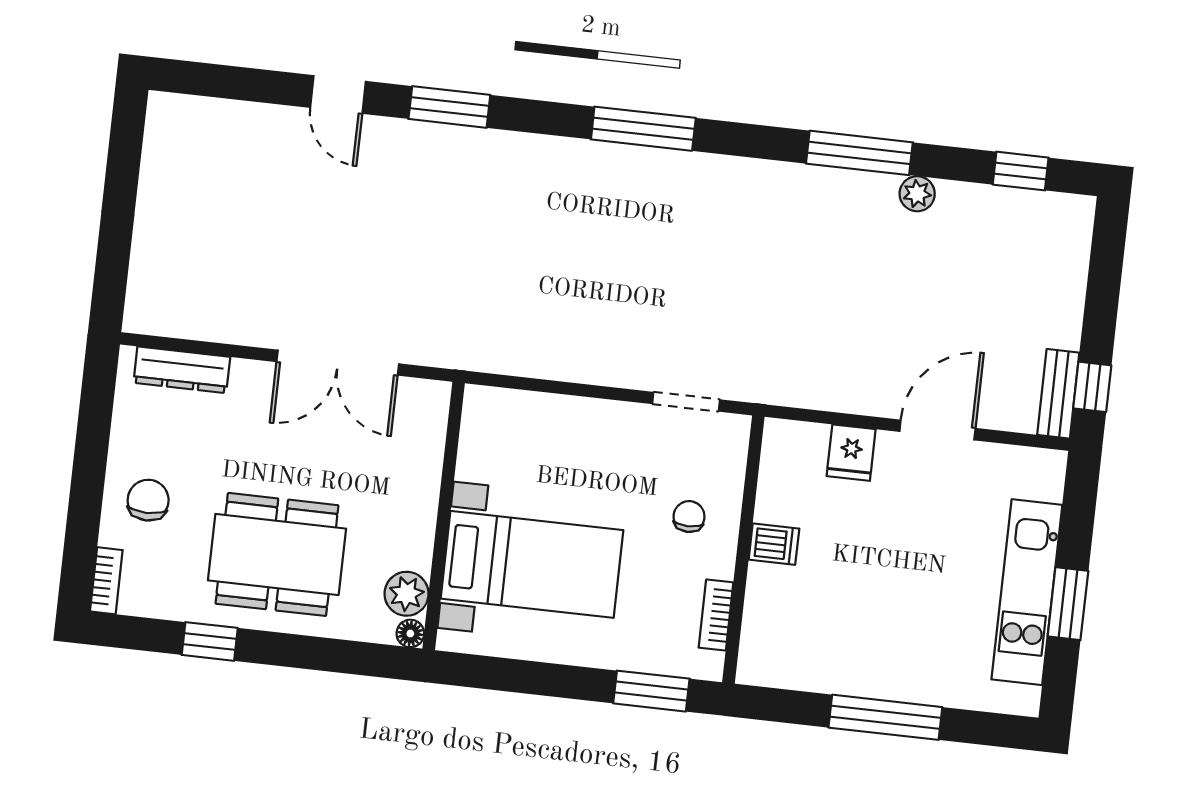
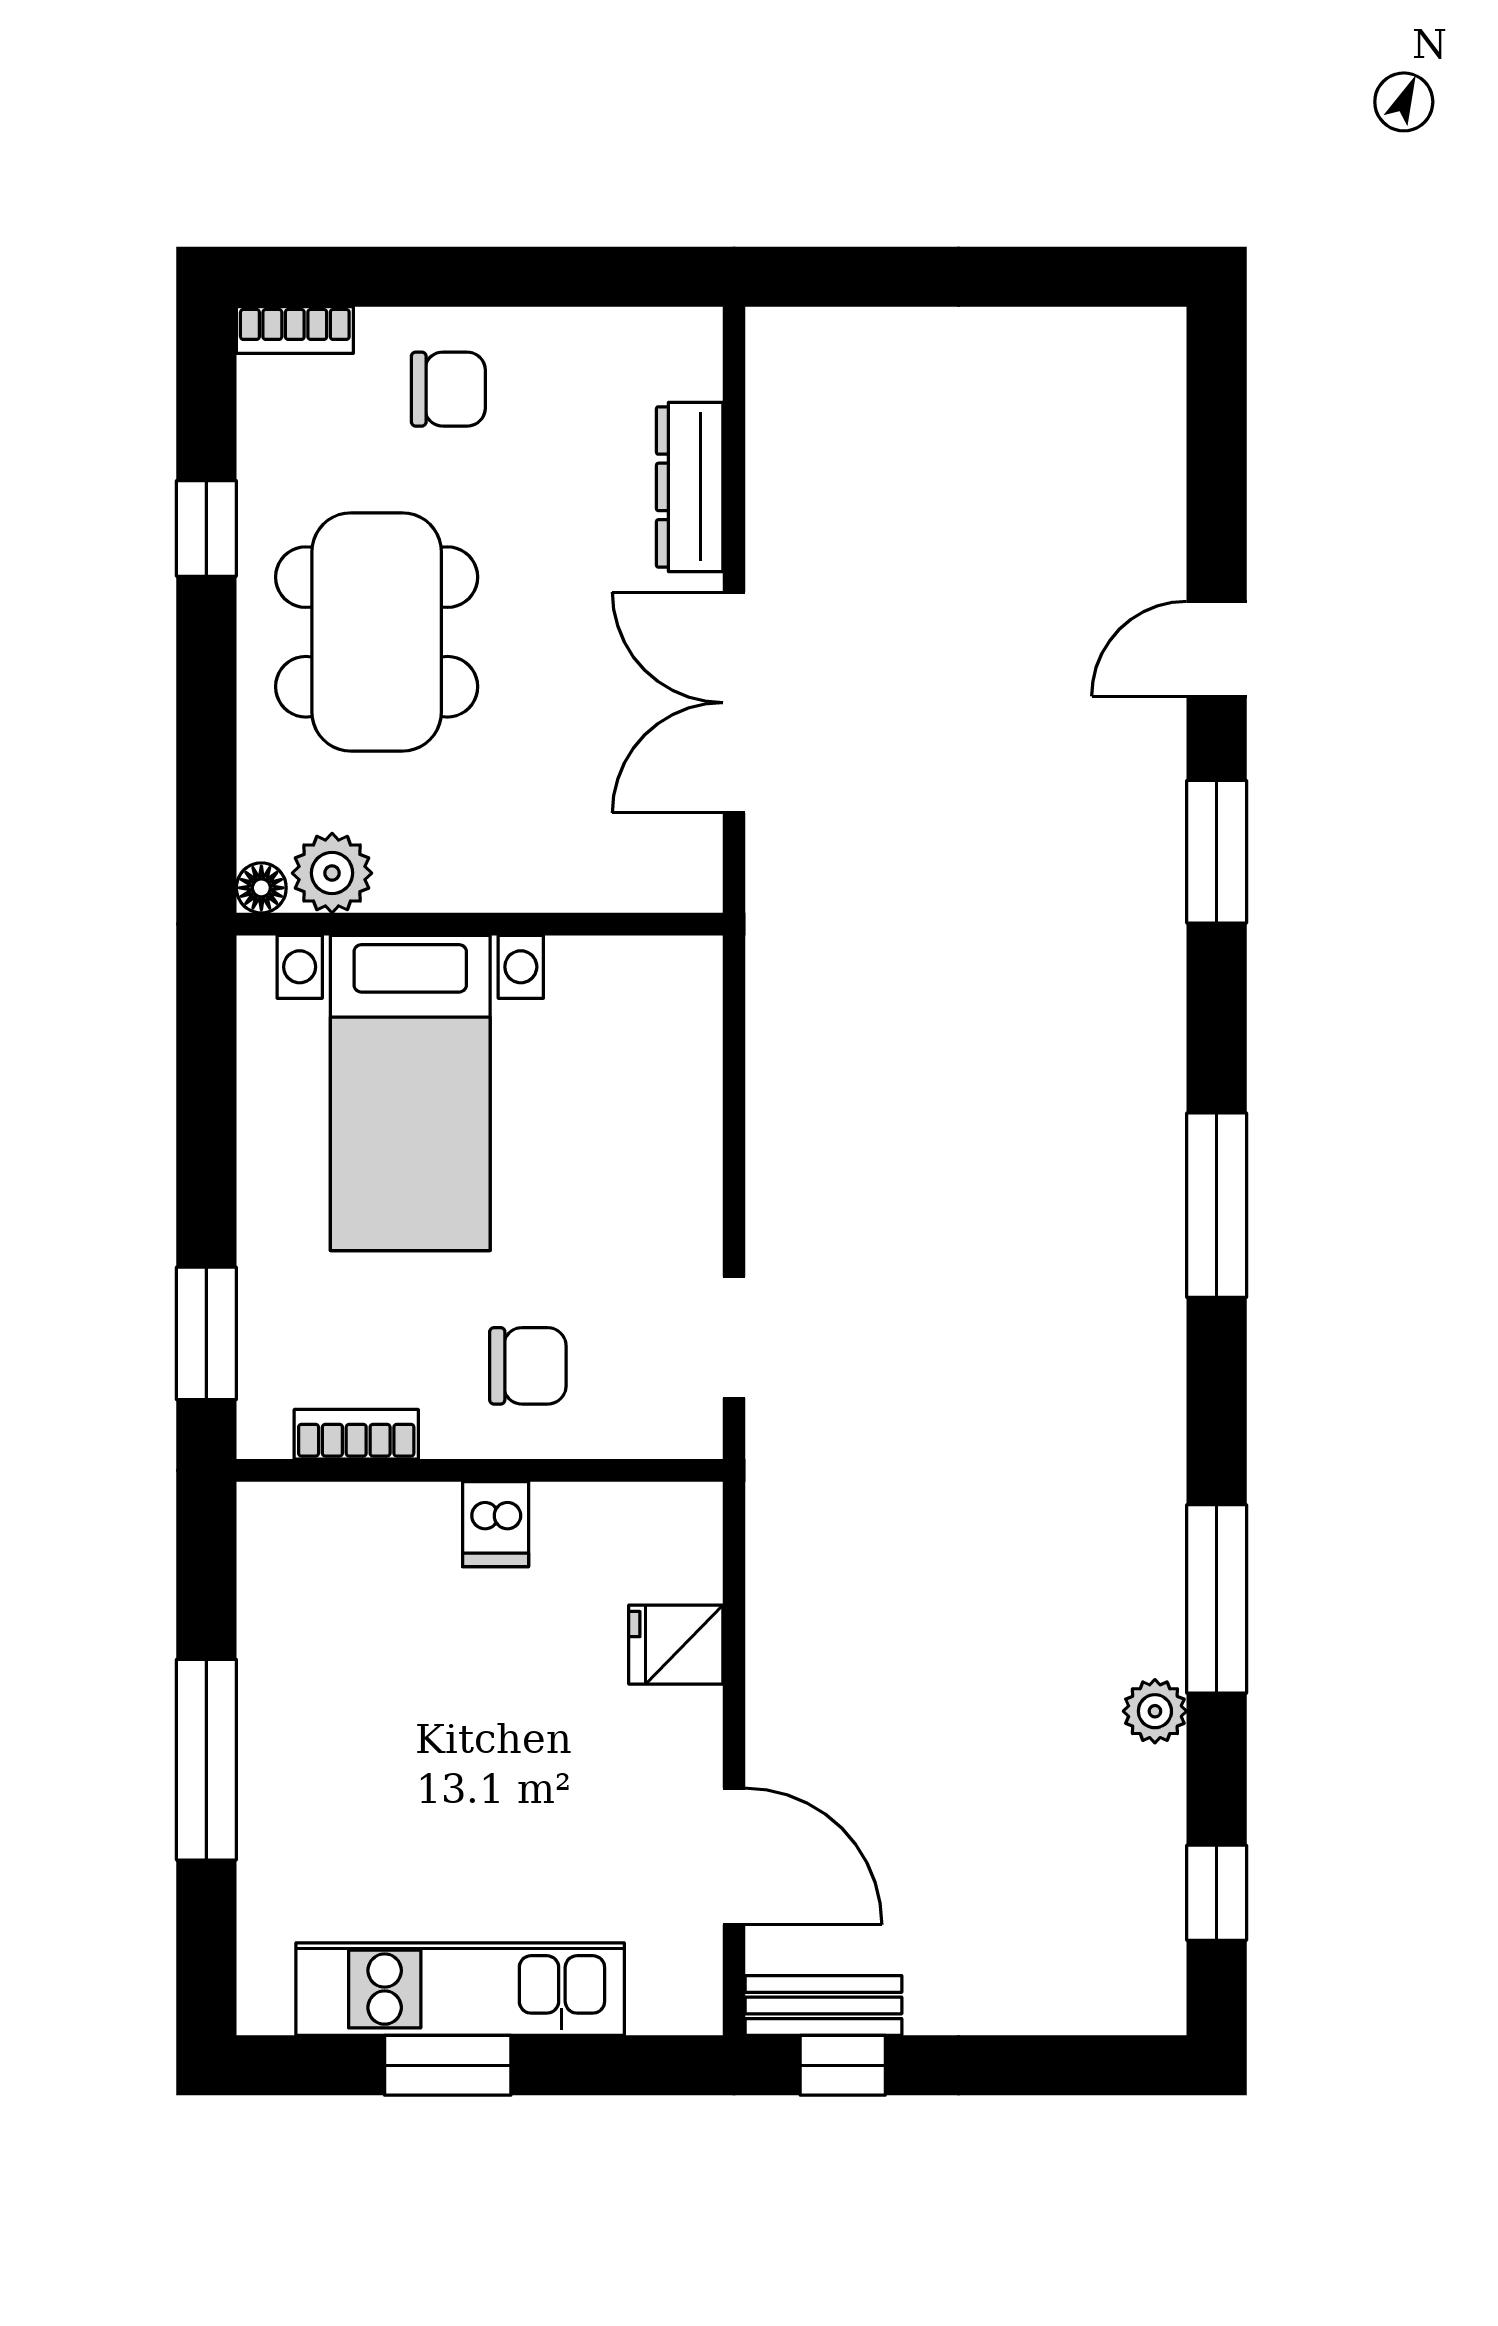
dresser: (182, 370) -> (690, 487), moved
door: (937, 430) -> (734, 1856), moved
chair: (689, 517) -> (528, 1366), width x1.37, depth x1.37

